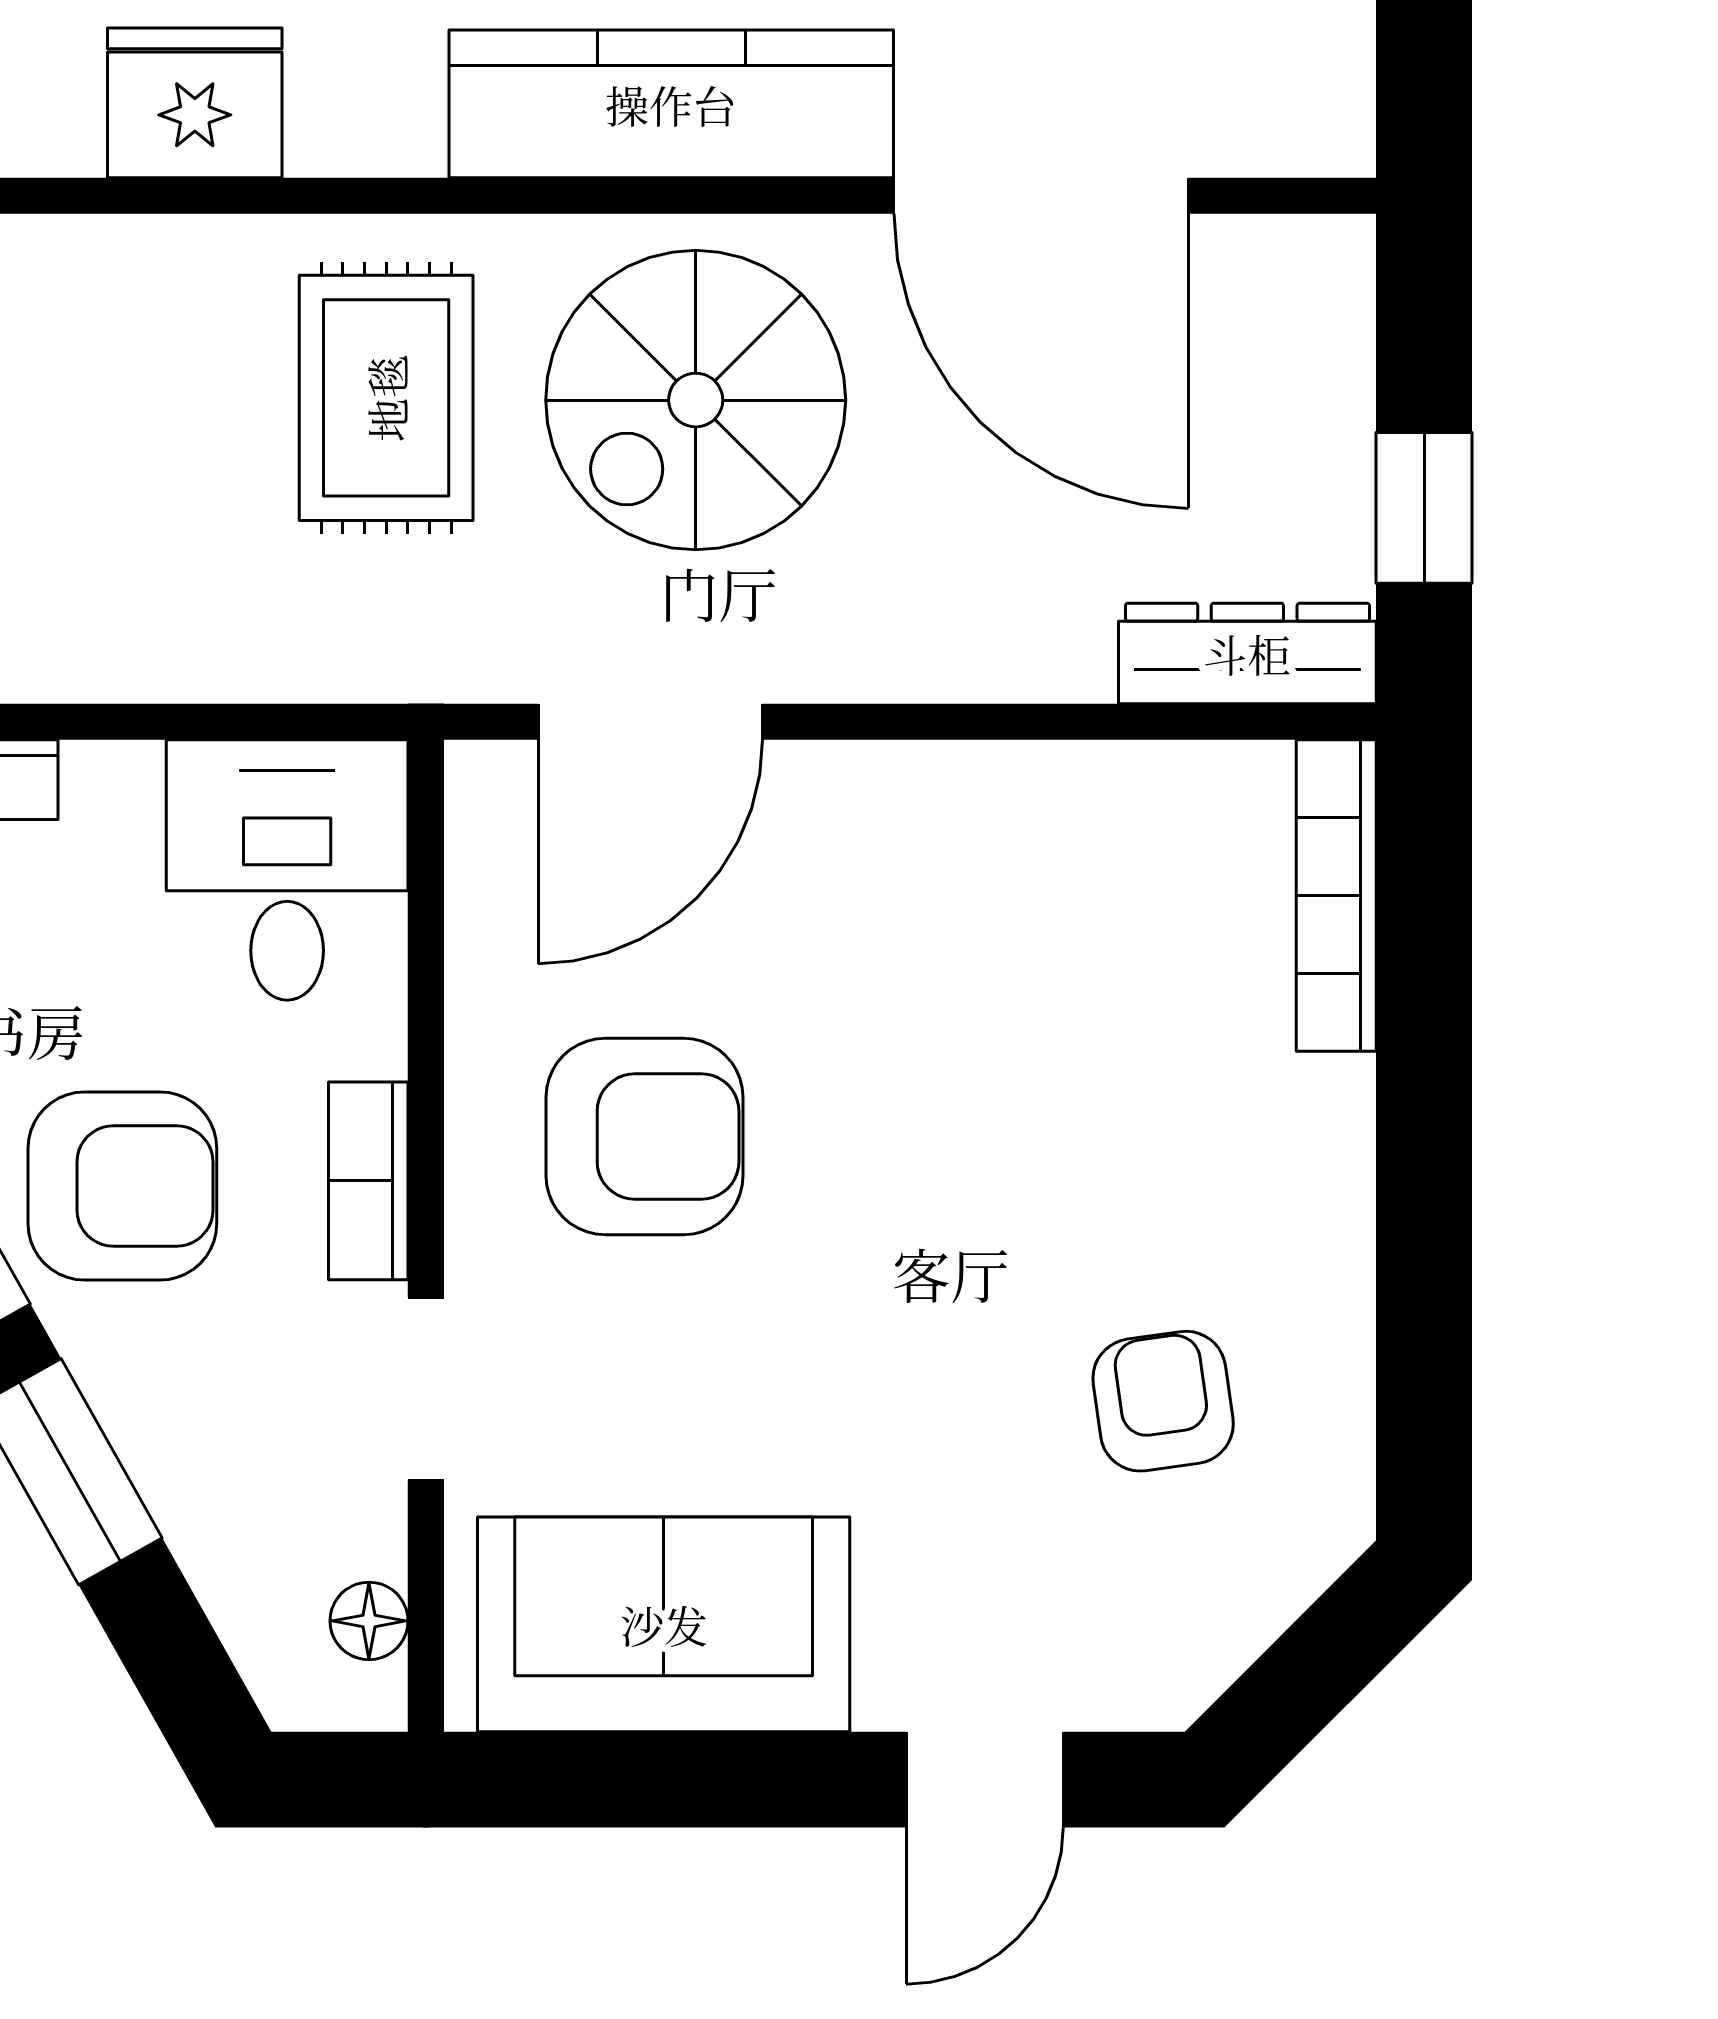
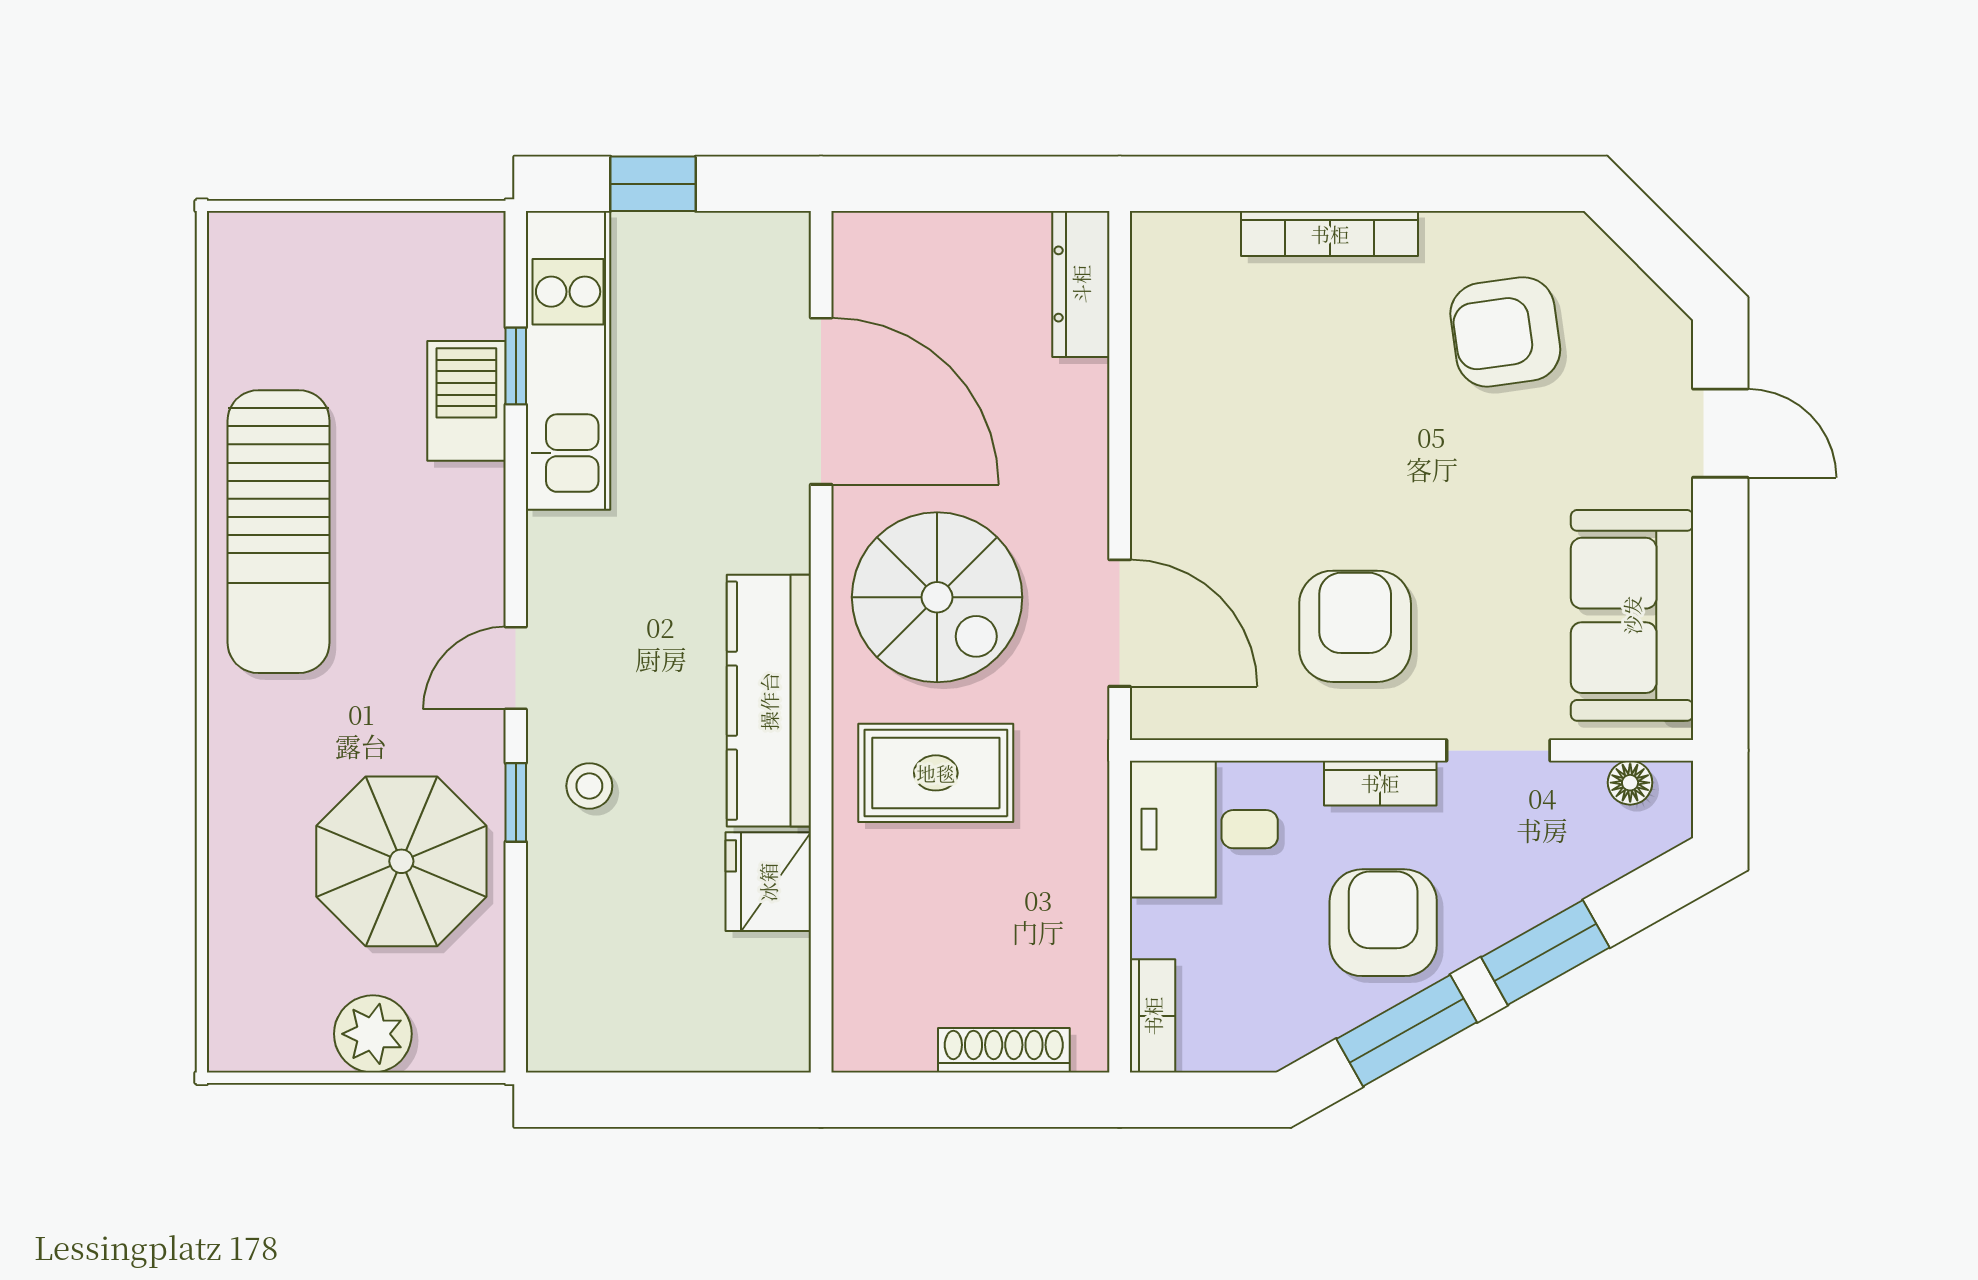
kitchen counter: (671, 104) -> (769, 701), moved
door: (1041, 196) -> (821, 401), hinge flipped
window: (1424, 508) -> (998, 184), removed
bookcase: (1336, 895) -> (1330, 234), moved
armchair: (1163, 1401) -> (1505, 332), width x1.38, depth x1.38

